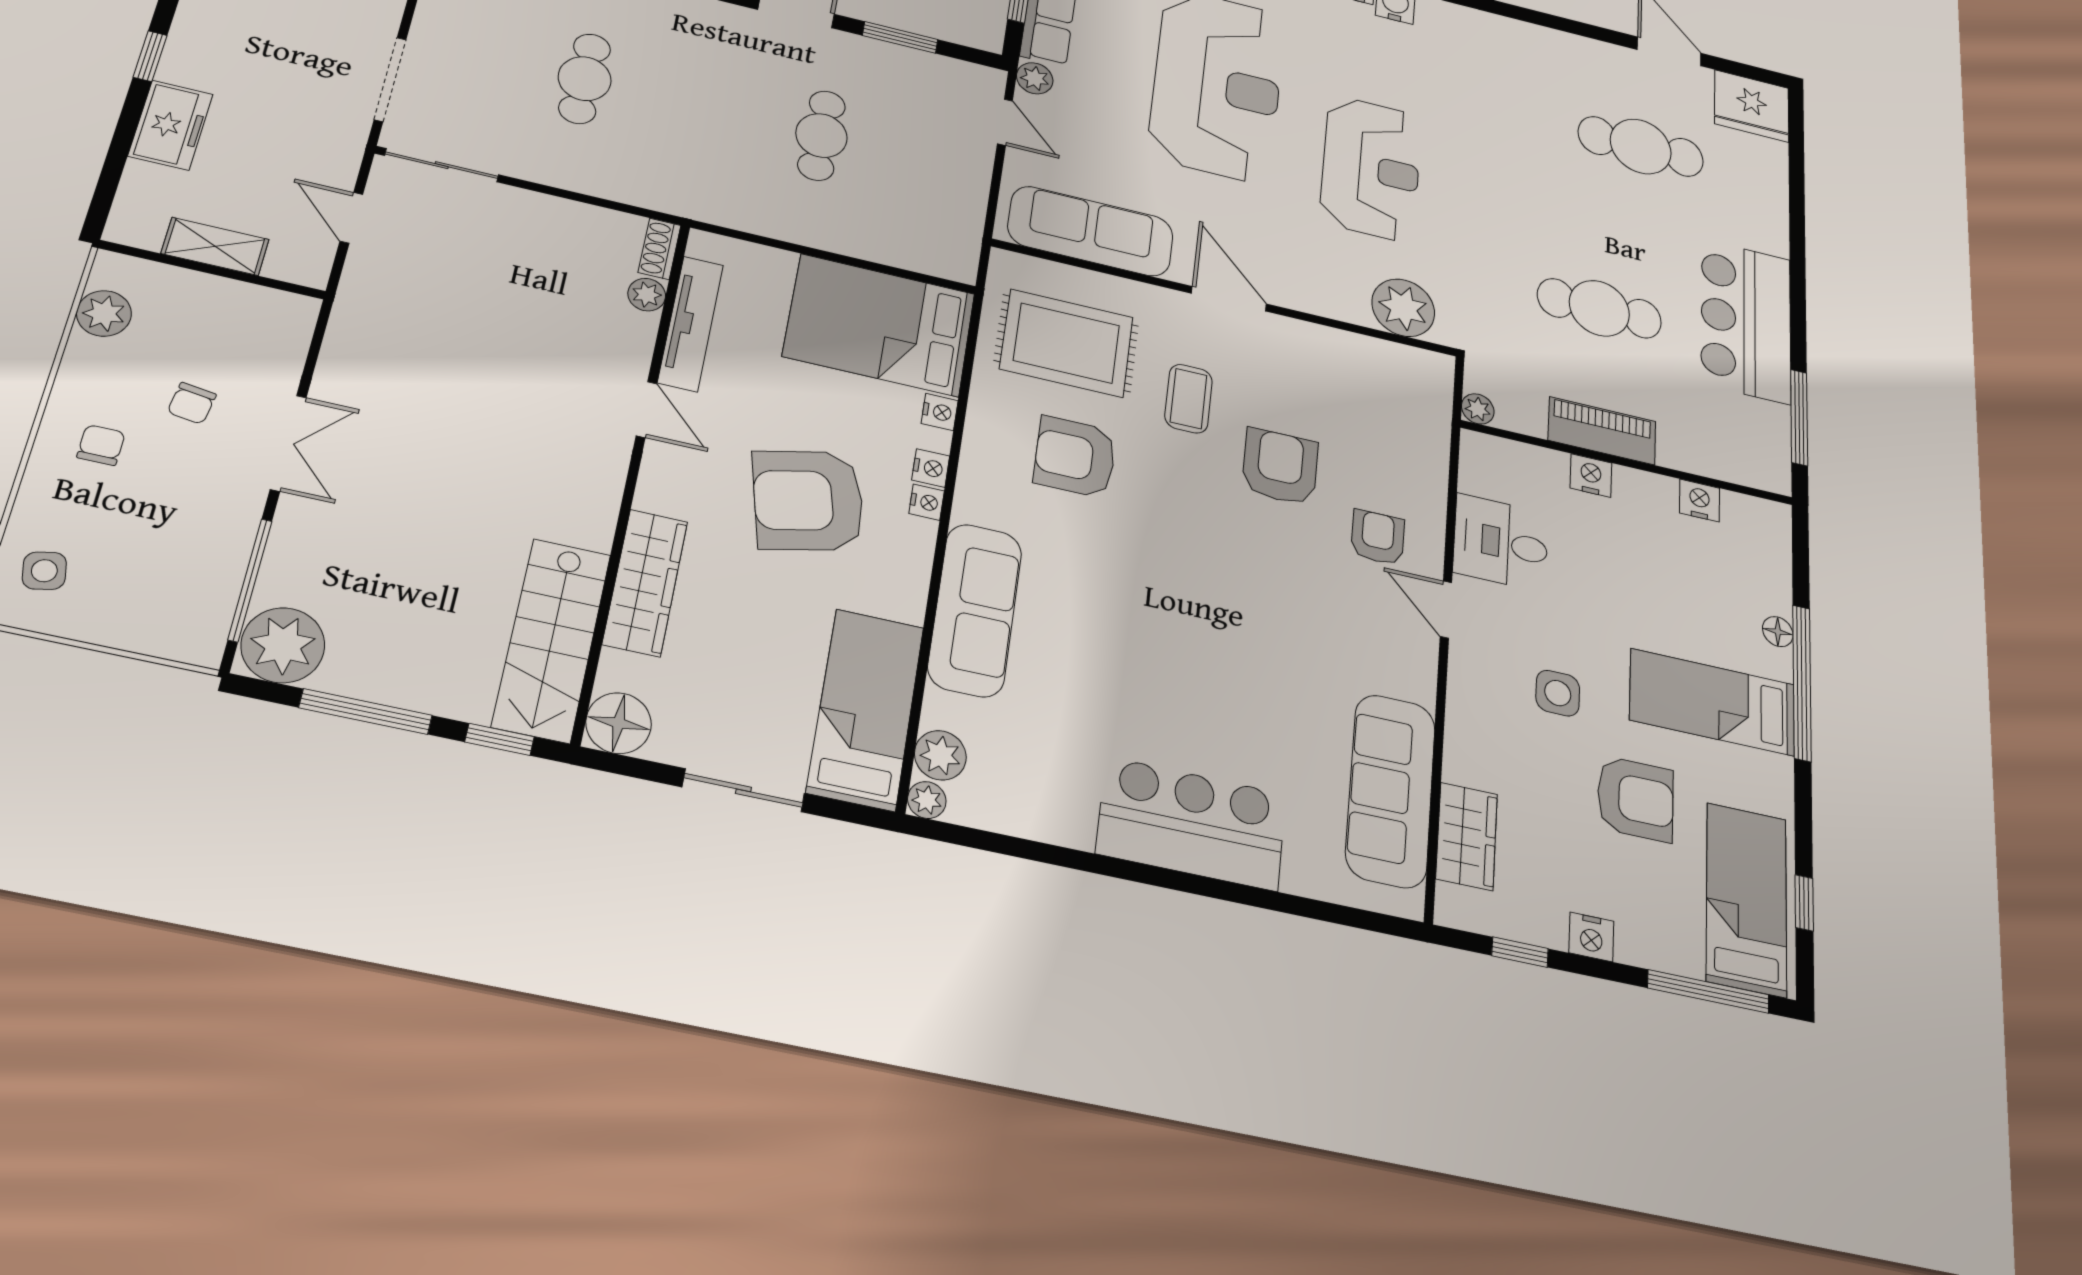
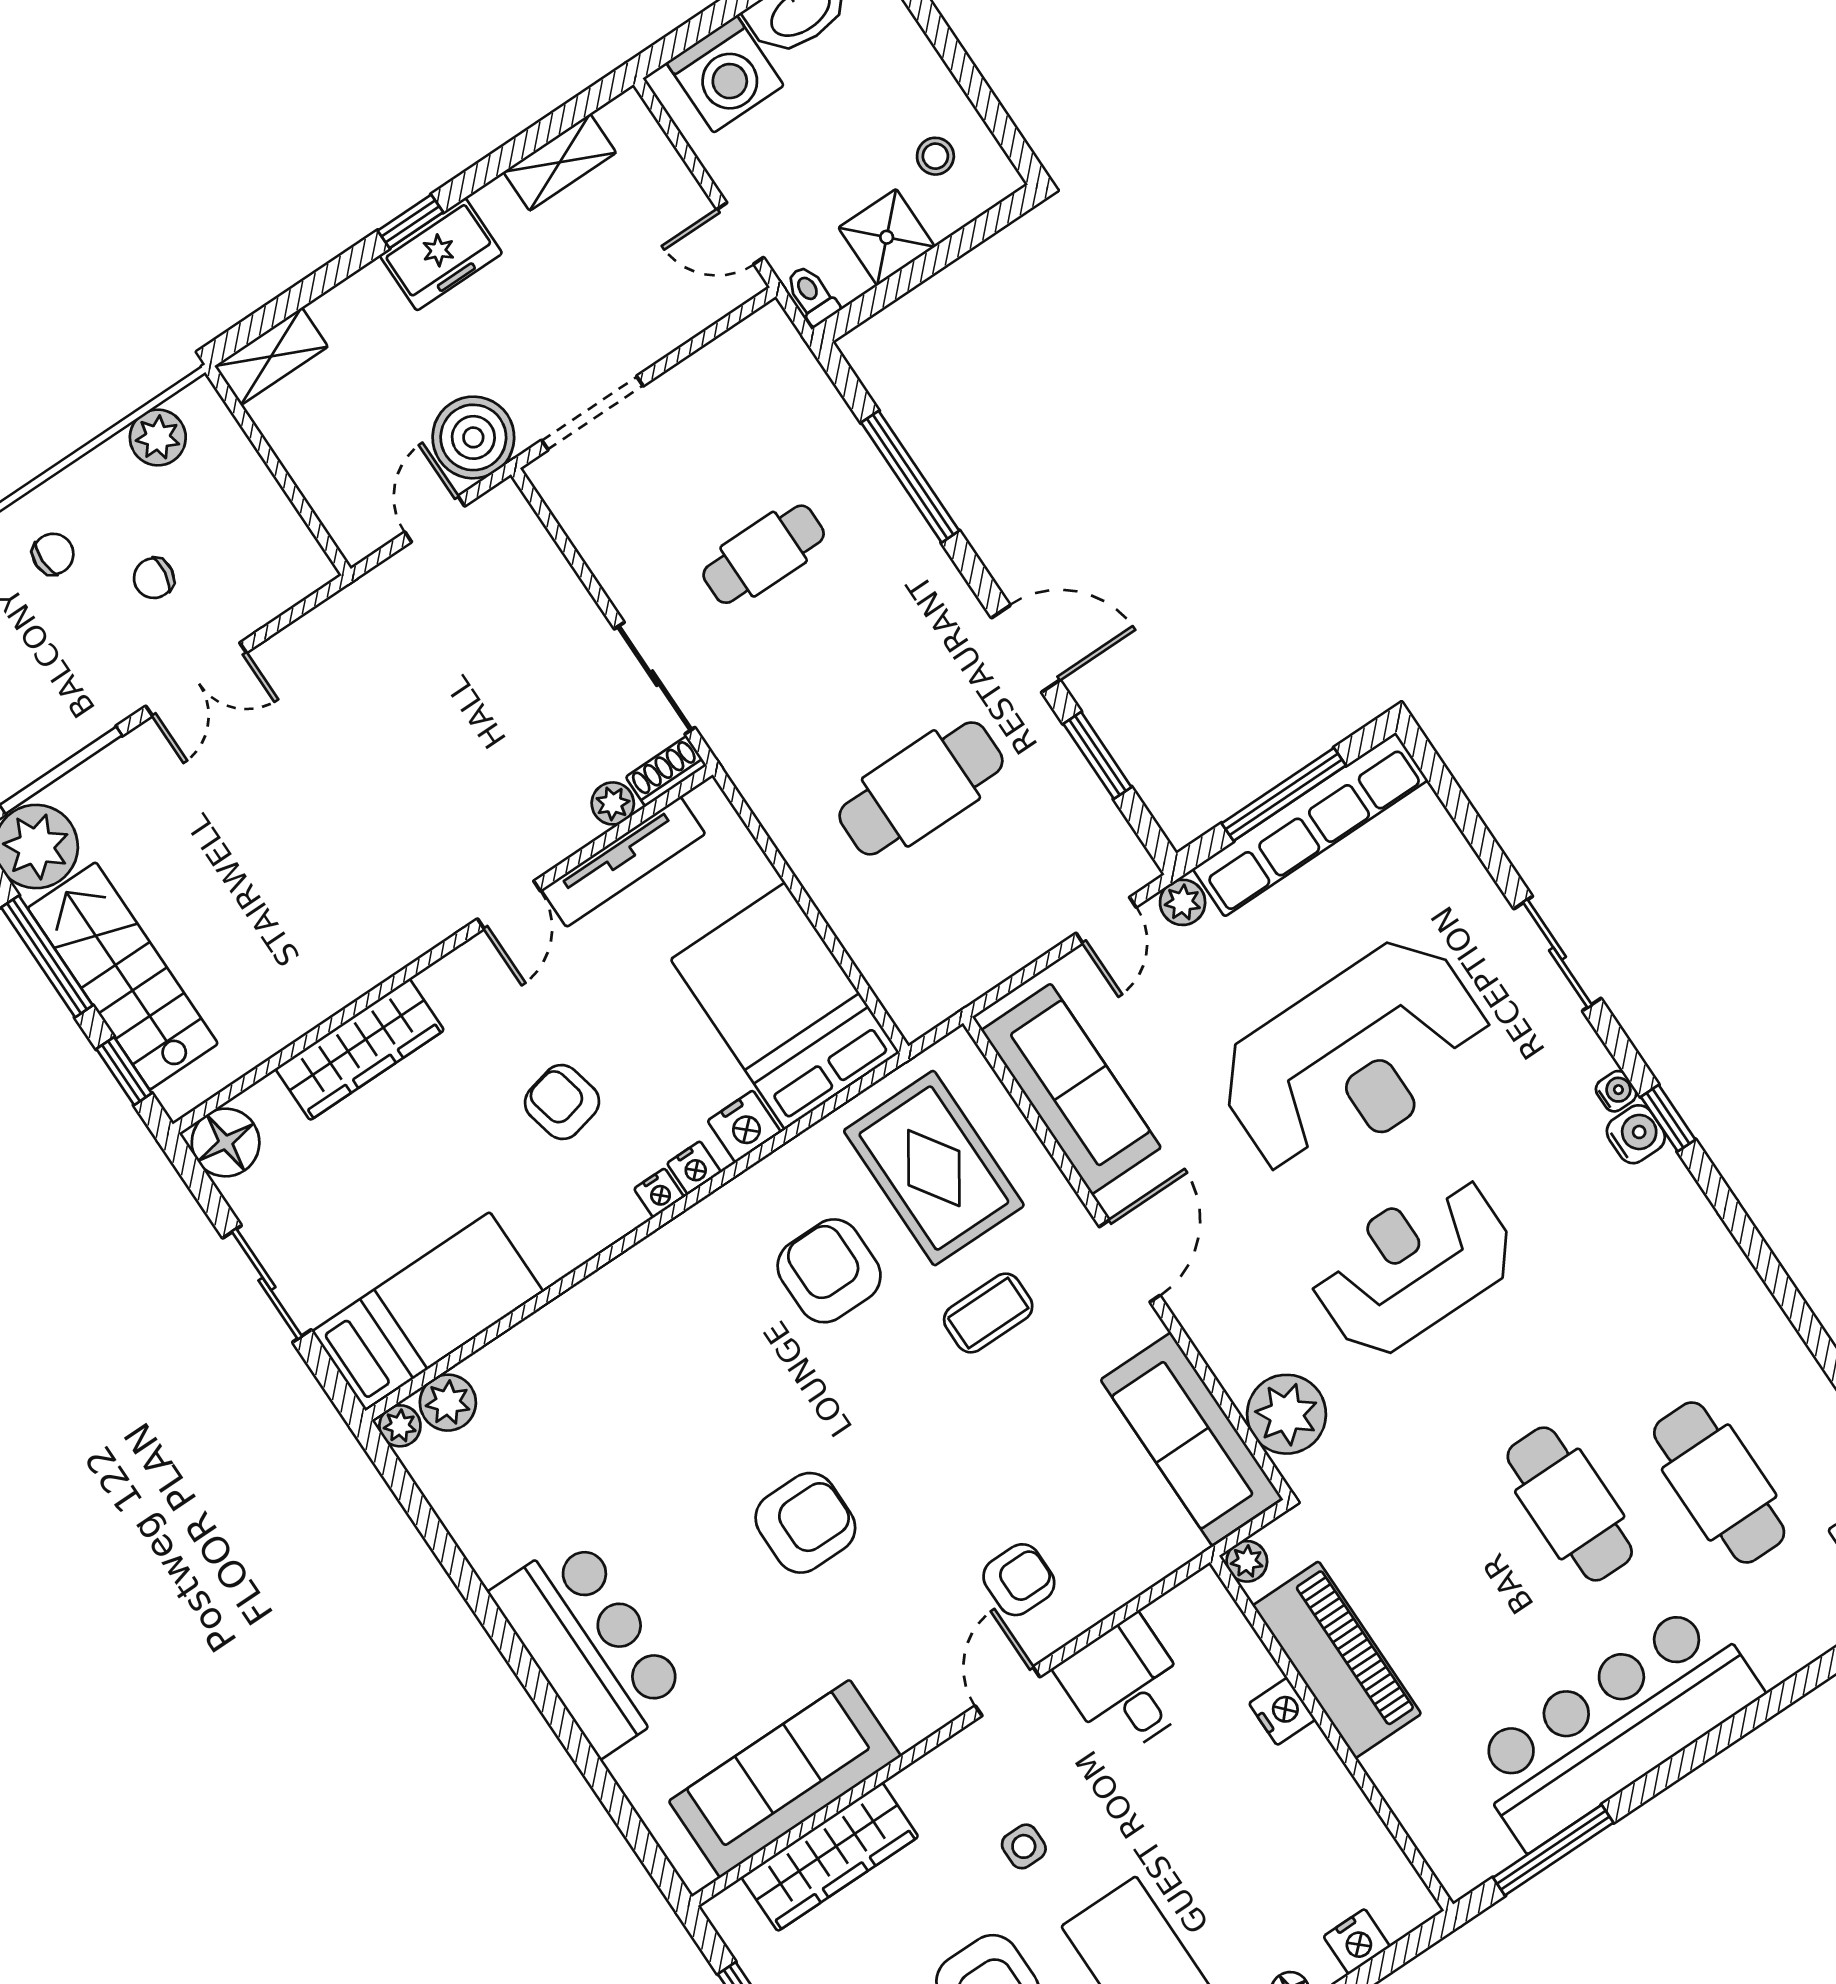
freezer: (171, 125) -> (441, 254), moved
cafe table: (821, 136) -> (921, 788), width x1.37, depth x1.35
boiler: (326, 151) -> (473, 437), added
sliding door: (442, 165) -> (655, 678), moved
reception desk: (1371, 168) -> (1413, 1265), turned 180
shelving: (215, 246) -> (271, 356), moved, turned 90
cafe table: (1599, 308) -> (1570, 1504), moved
bar counter: (1746, 321) -> (1614, 1725), width x1.36
nightstand: (940, 412) -> (744, 1126), width x1.39, depth x1.35
piano: (1602, 431) -> (1337, 1660), width x1.37, depth x1.33
armchair: (1280, 467) -> (805, 1523), moved
armchair: (808, 500) -> (562, 1102), width x0.53, depth x0.53
nightstand: (1699, 501) -> (1357, 1942), moved, turned 90
sofa: (975, 610) -> (1191, 1439), moved, turned 90
stairs: (552, 640) -> (123, 976), moved, turned 90
side table: (1558, 693) -> (1024, 1846), width x0.73, depth x0.73
wardrobe: (1467, 836) -> (830, 1857), width x1.50

